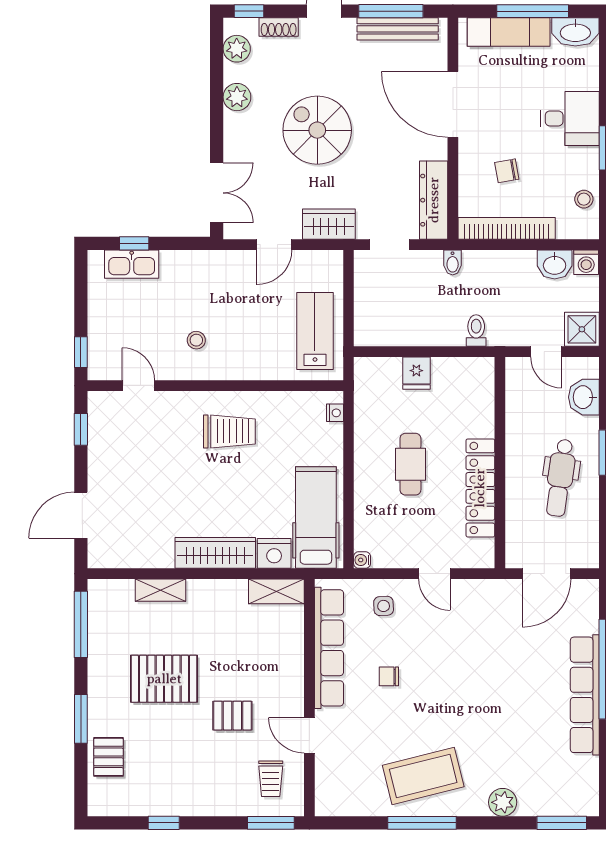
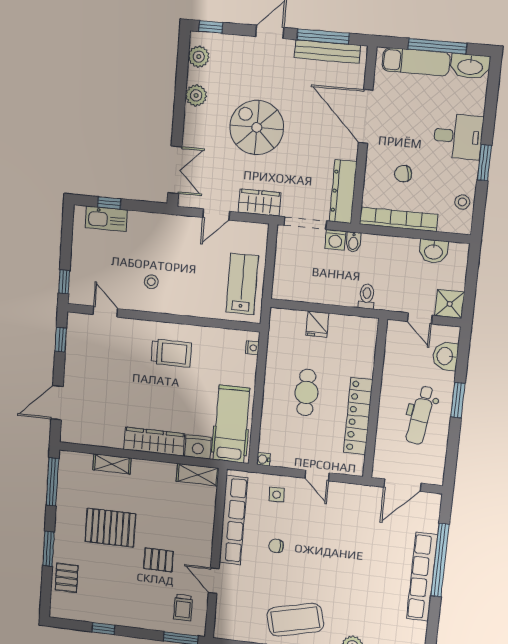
shoe rack: (279, 27) -> (233, 42), removed
doorway: (389, 245) -> (305, 223), width x1.38
washing machine: (586, 262) -> (335, 240), moved

